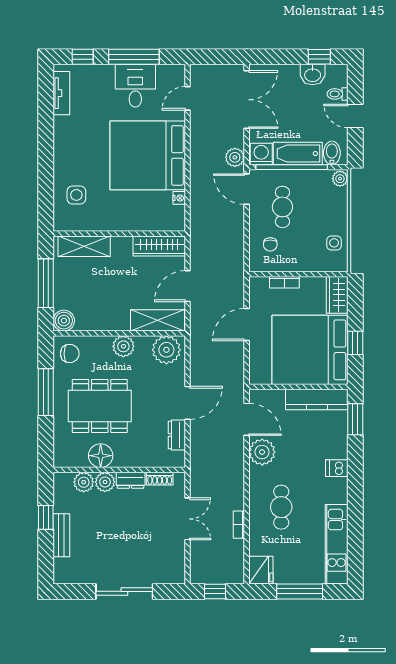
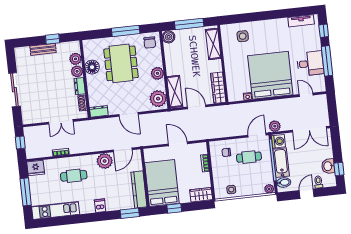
bed: (310, 350) -> (162, 183), width x0.73
dresser: (177, 435) -> (99, 111), moved

